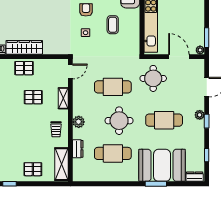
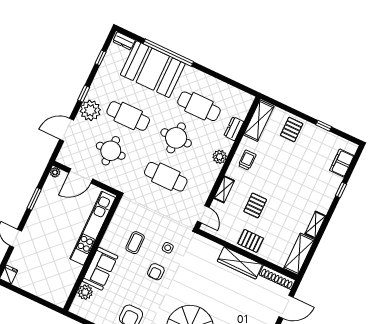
window: (207, 38) -> (34, 199), moved
door: (179, 57) -> (81, 176), hinge flipped
door: (70, 71) -> (203, 214), swing flipped
round table: (153, 78) -> (111, 151), moved
pallet: (33, 97) -> (255, 205), turned 90
plant: (200, 115) -> (90, 110), width x1.87, depth x1.87
pallet: (33, 169) -> (292, 129), turned 90
window: (156, 184) -> (168, 53), width x2.11

